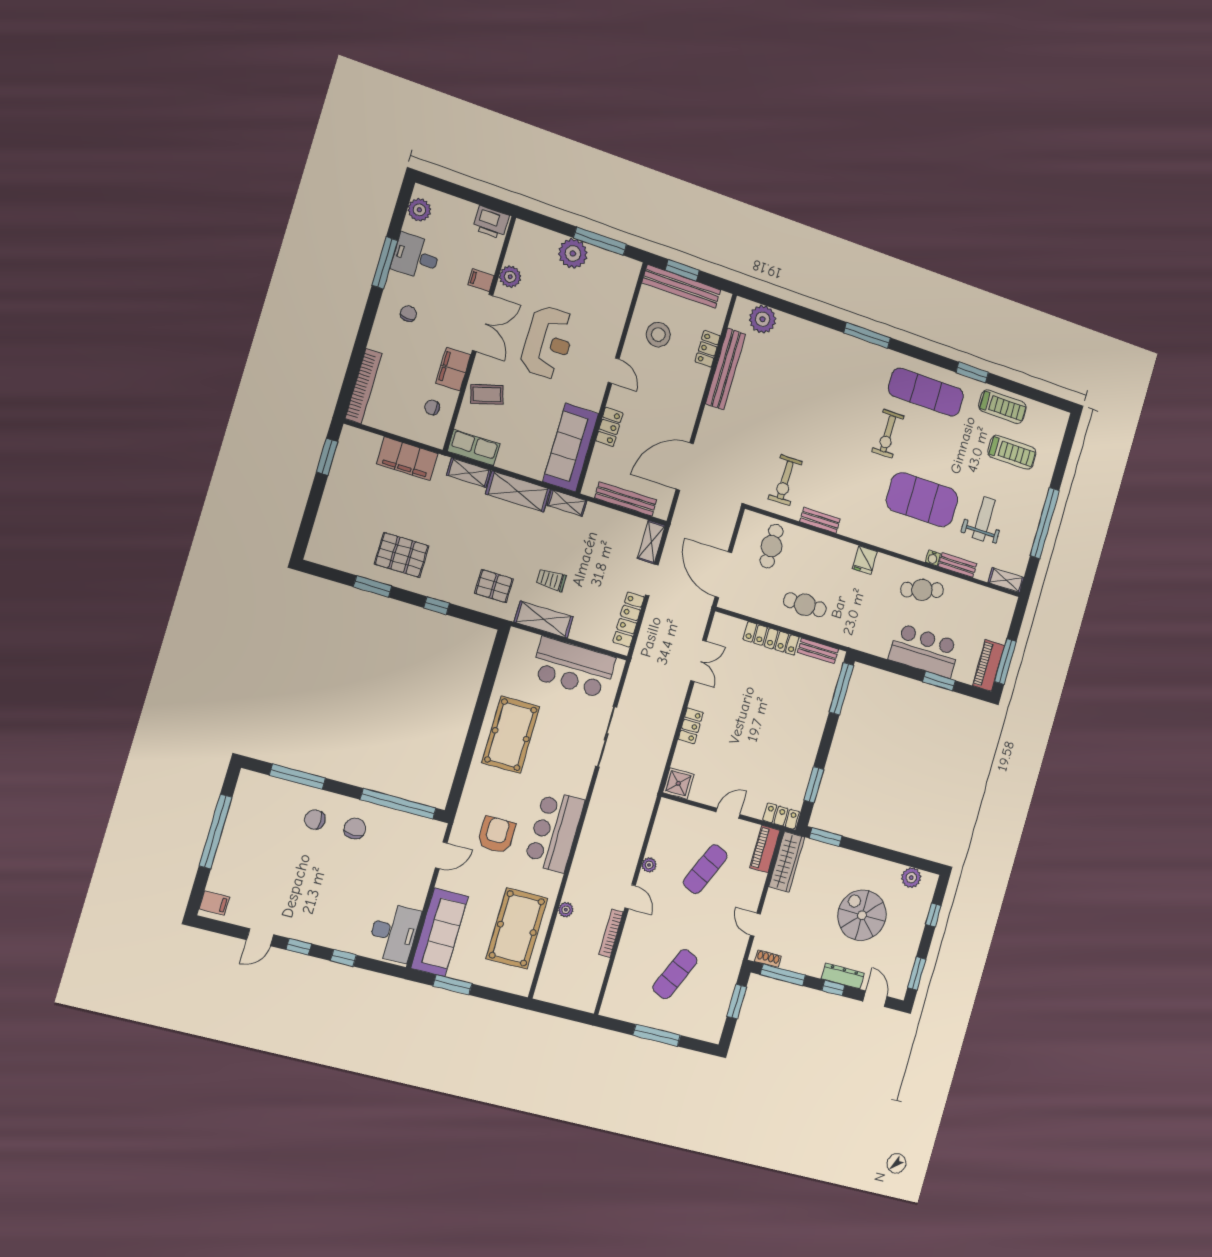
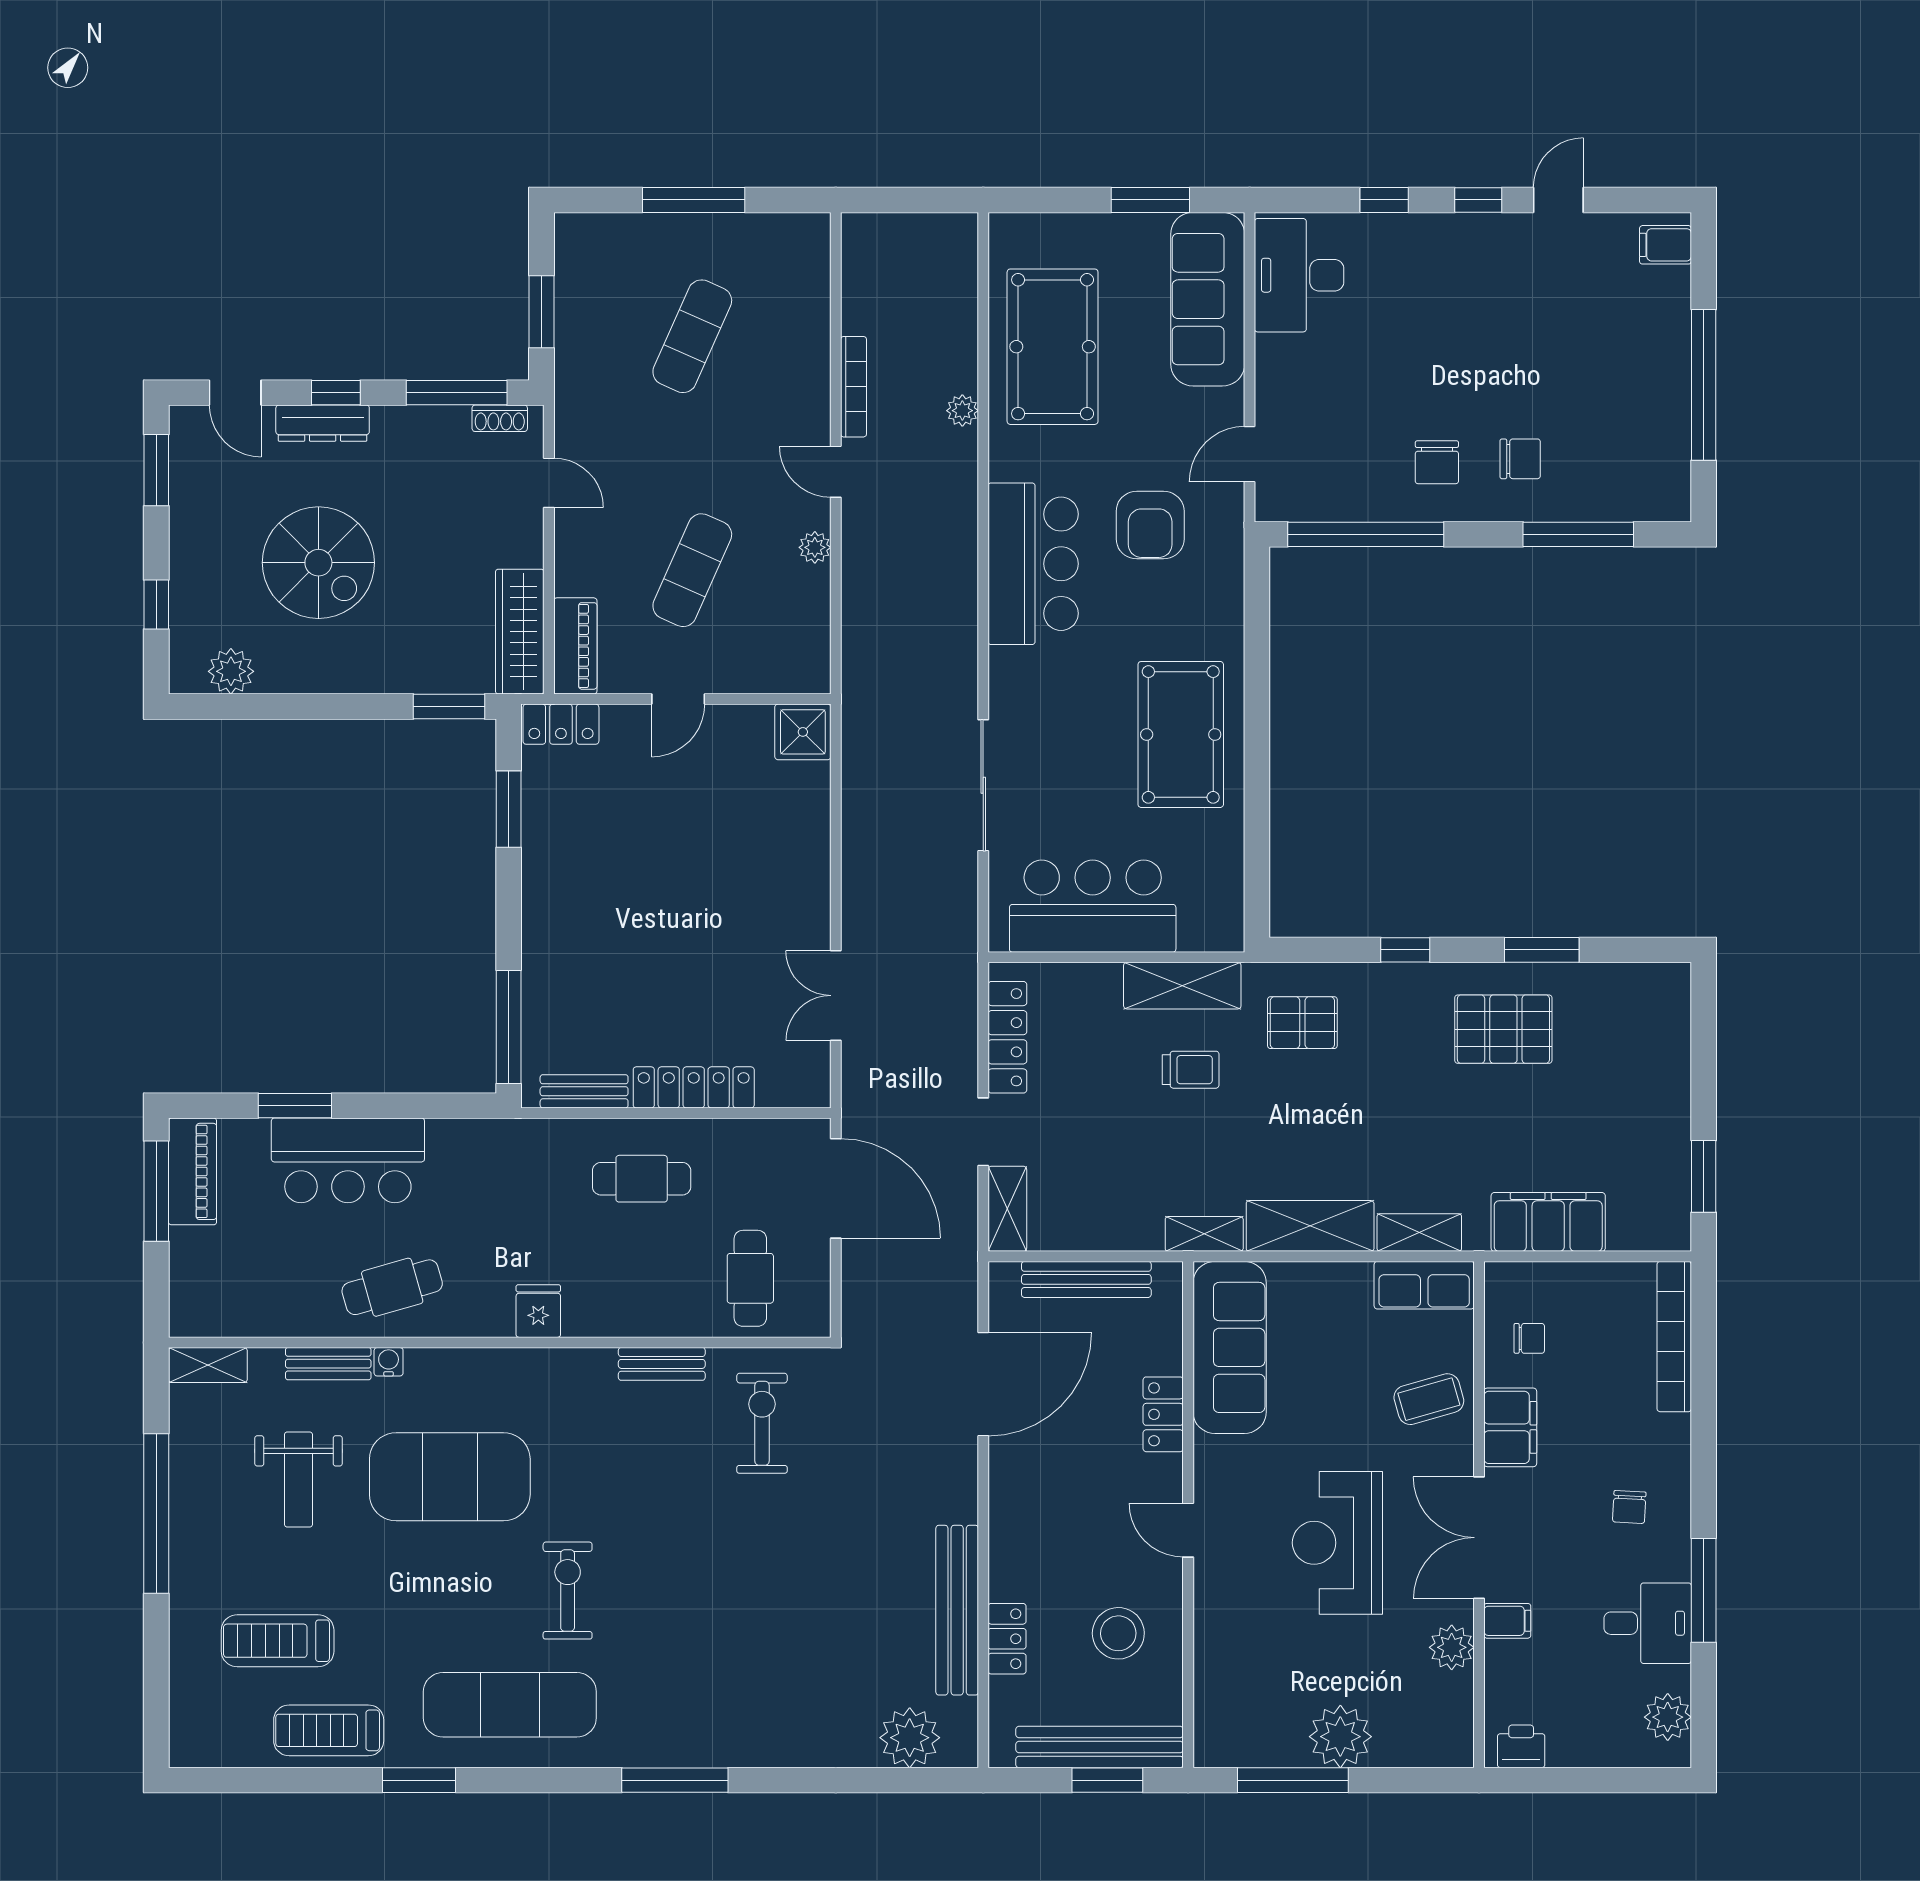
printer: (491, 222) -> (1521, 1746), width x0.73, depth x0.81
locker: (691, 726) -> (812, 857), removed

